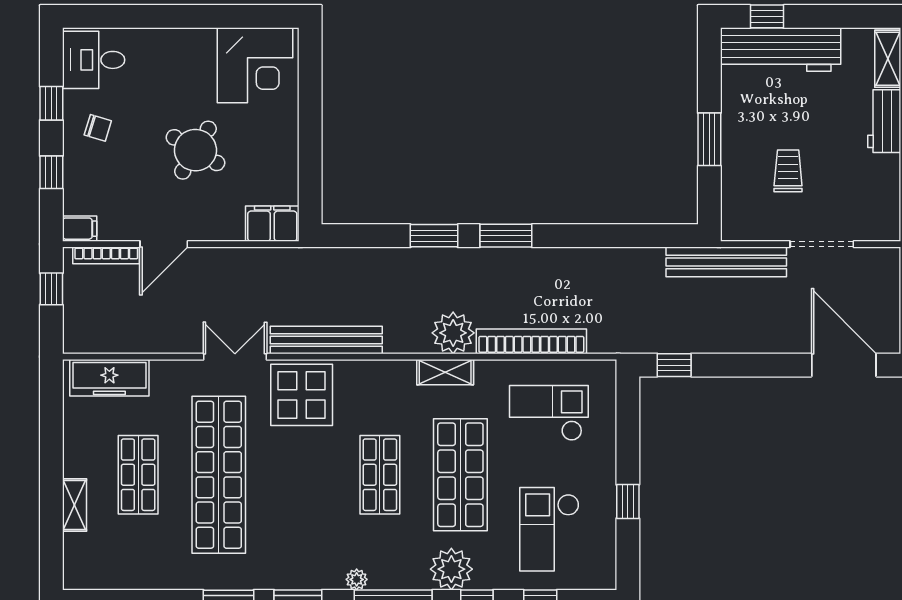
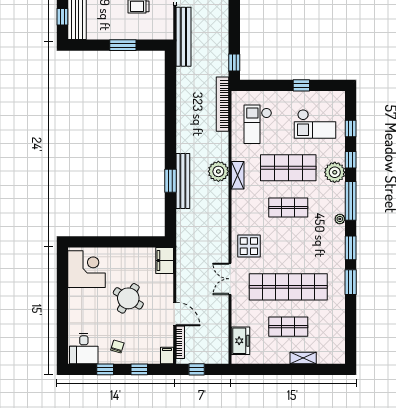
window: (506, 236) -> (170, 145), removed
bench: (326, 340) -> (183, 181), moved
bookcase: (531, 341) -> (223, 104), moved
freezer: (109, 378) -> (240, 341), width x0.71
display table: (302, 395) -> (249, 246), width x0.73, depth x0.73

